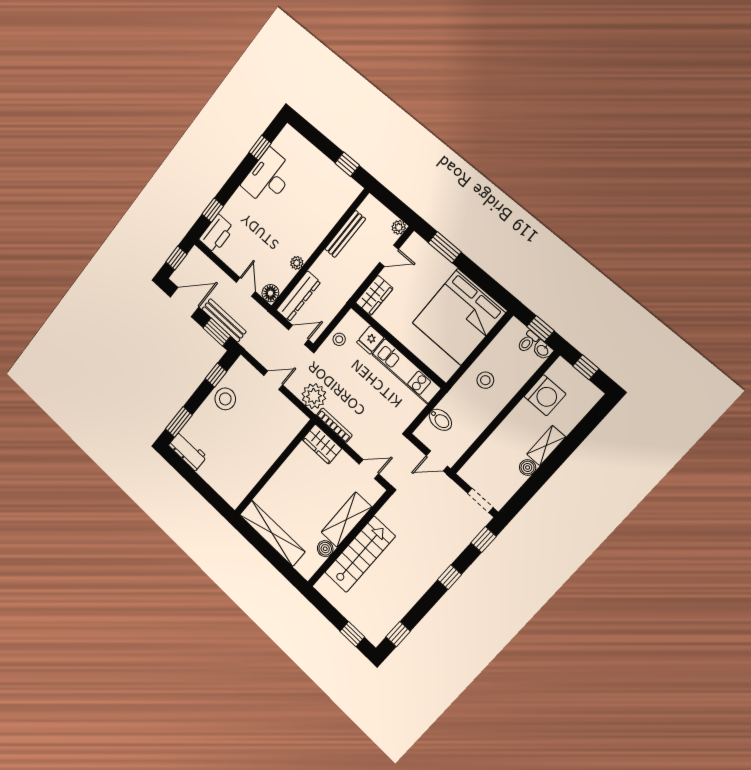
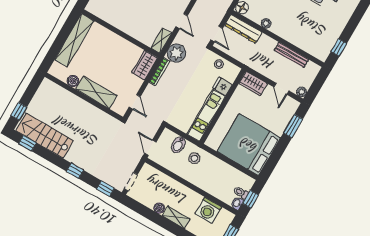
stool: (485, 380) -> (194, 158), moved
shelving: (294, 414) -> (161, 41), added
stairs: (360, 554) -> (45, 136), moved, turned 180

